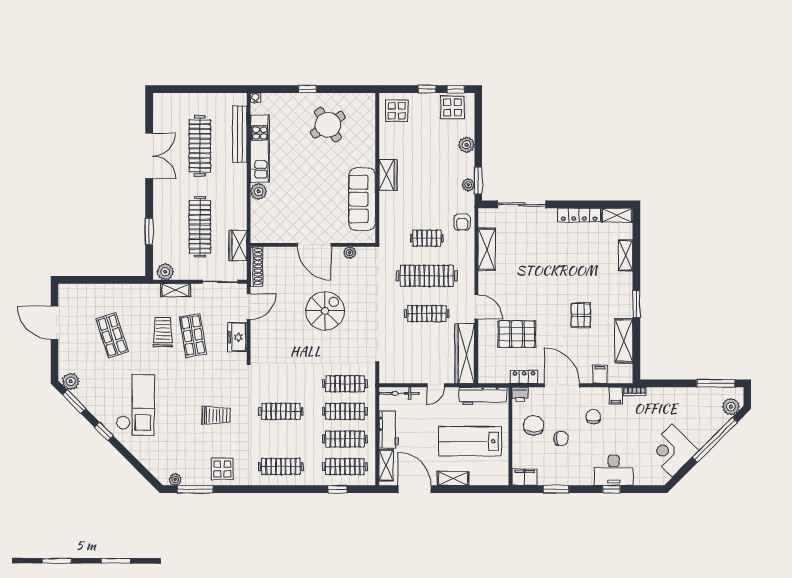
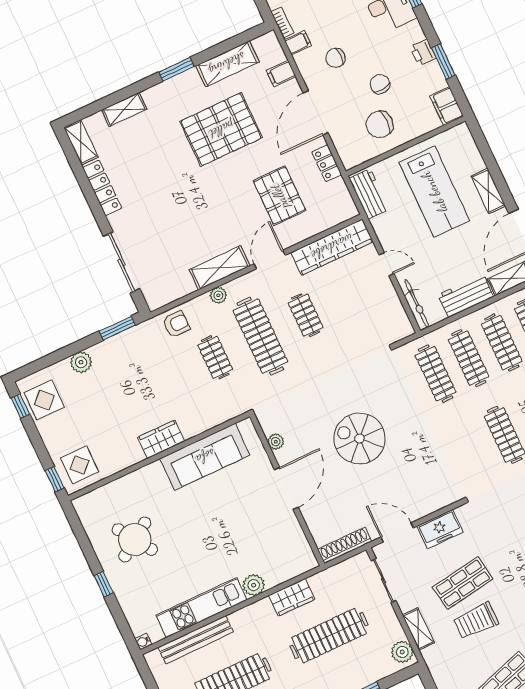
window: (427, 89) -> (55, 479), moved
plant: (468, 185) -> (218, 295), moved
wardrobe: (238, 245) -> (292, 597), moved
shelving: (487, 249) -> (220, 268), moved
clothes rail: (427, 314) -> (306, 315), width x0.73
pallet: (581, 315) -> (221, 130), width x2.05, depth x2.00
printer: (520, 394) -> (423, 53), moved, turned 180
workbench: (483, 396) -> (369, 194), width x0.73

